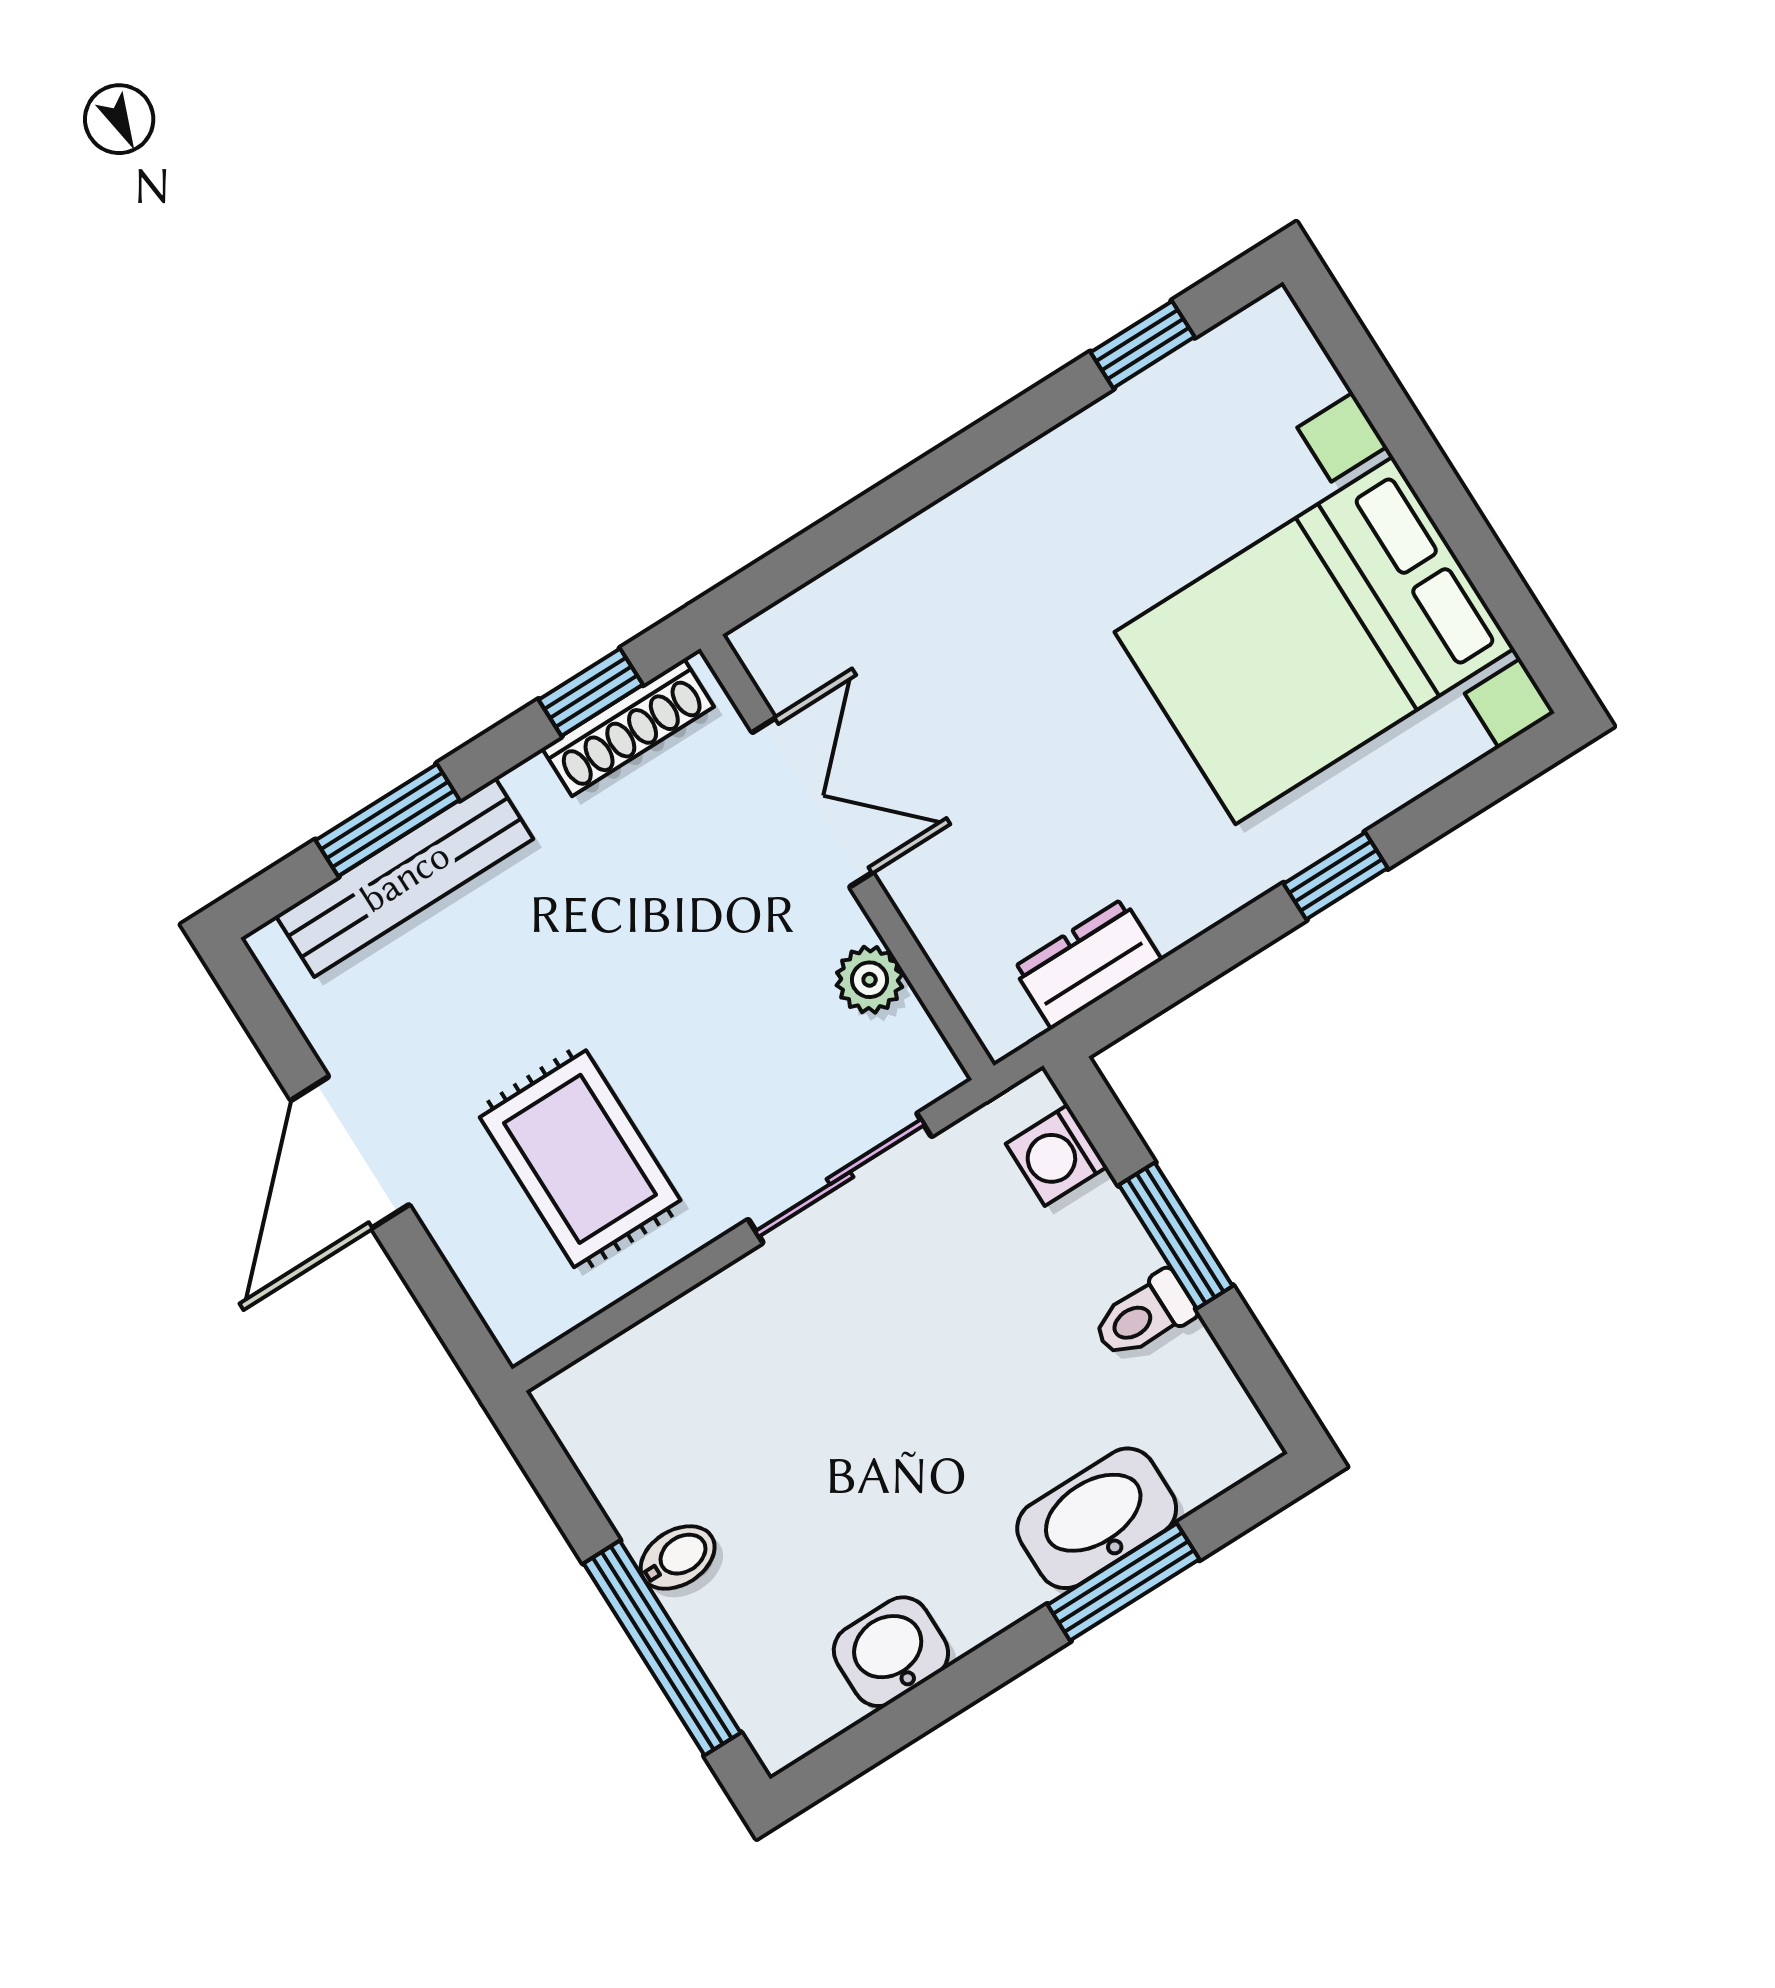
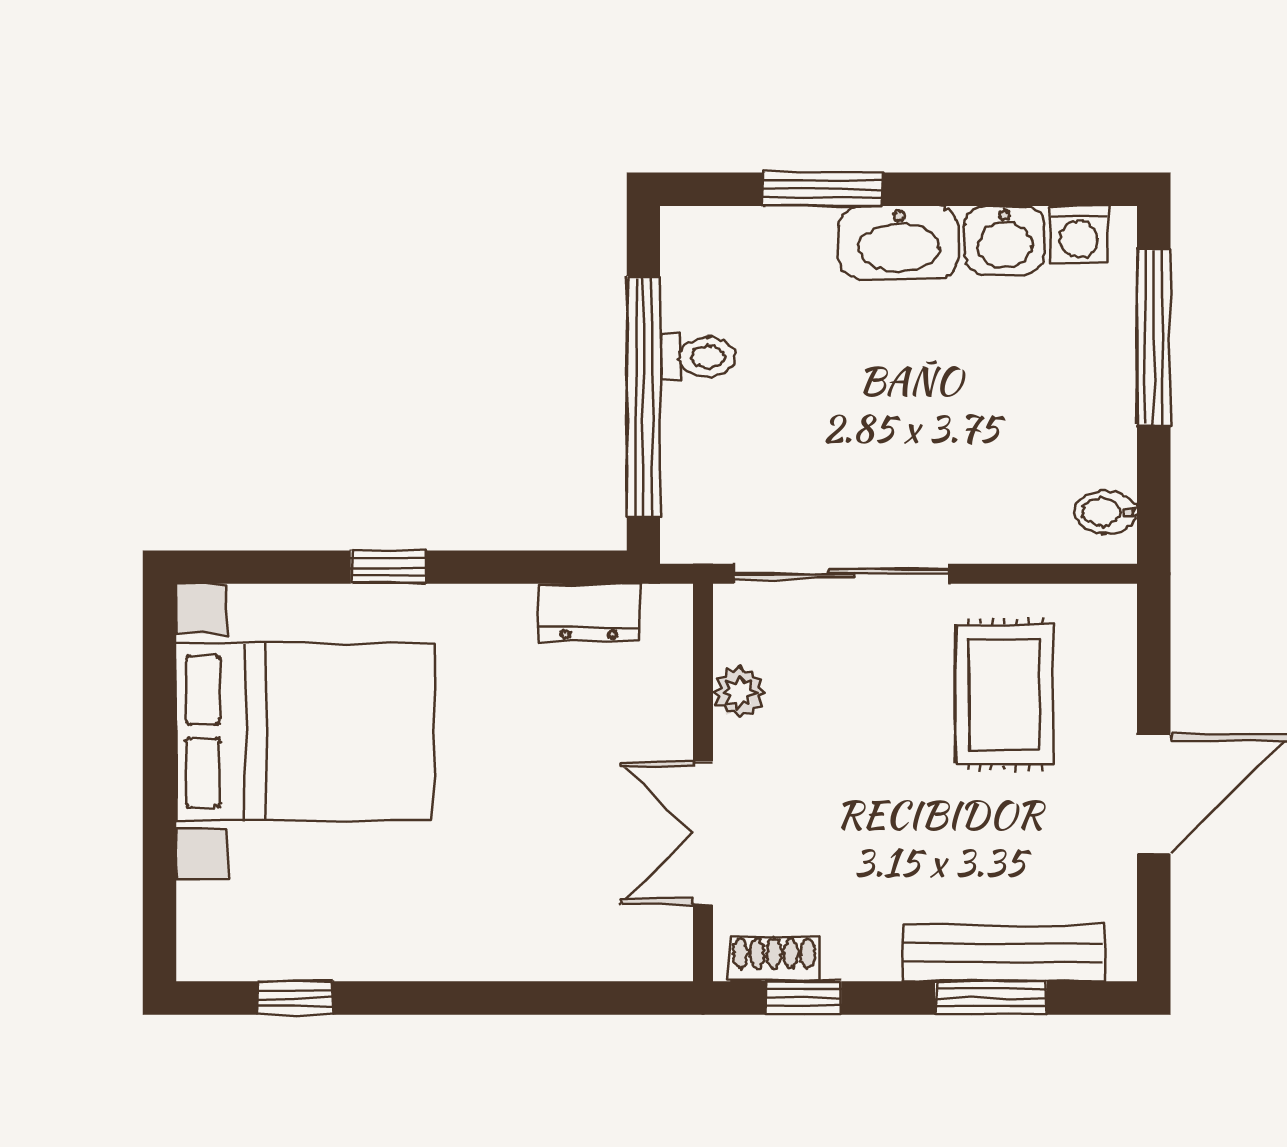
shoe rack: (628, 727) -> (774, 959), width x0.70
washing machine: (1056, 1155) -> (1079, 235), moved, turned 90
sliding door: (840, 1178) -> (841, 574), width x1.37
window: (1176, 1236) -> (643, 396), width x2.11
washbasin: (1097, 1518) -> (899, 242), moved
bidet: (678, 1557) -> (1106, 512), moved

